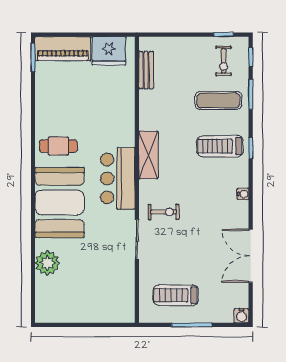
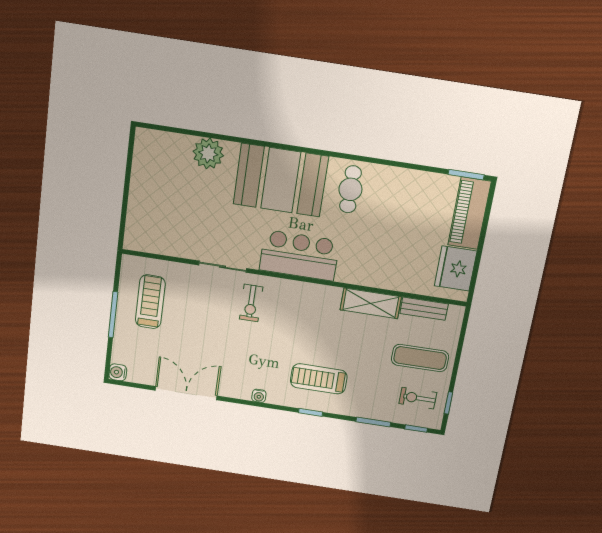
exercise mat: (218, 100) -> (420, 358), moved, turned 90
treadmill: (220, 146) -> (319, 379), turned -90
shelving: (148, 155) -> (371, 303), moved

